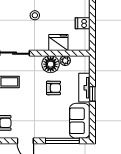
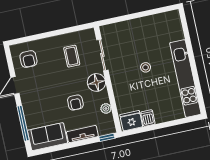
fridge: (58, 42) -> (131, 121), moved, turned -90
floor lamp: (51, 64) -> (96, 82), moved
window: (92, 94) -> (107, 137), moved

